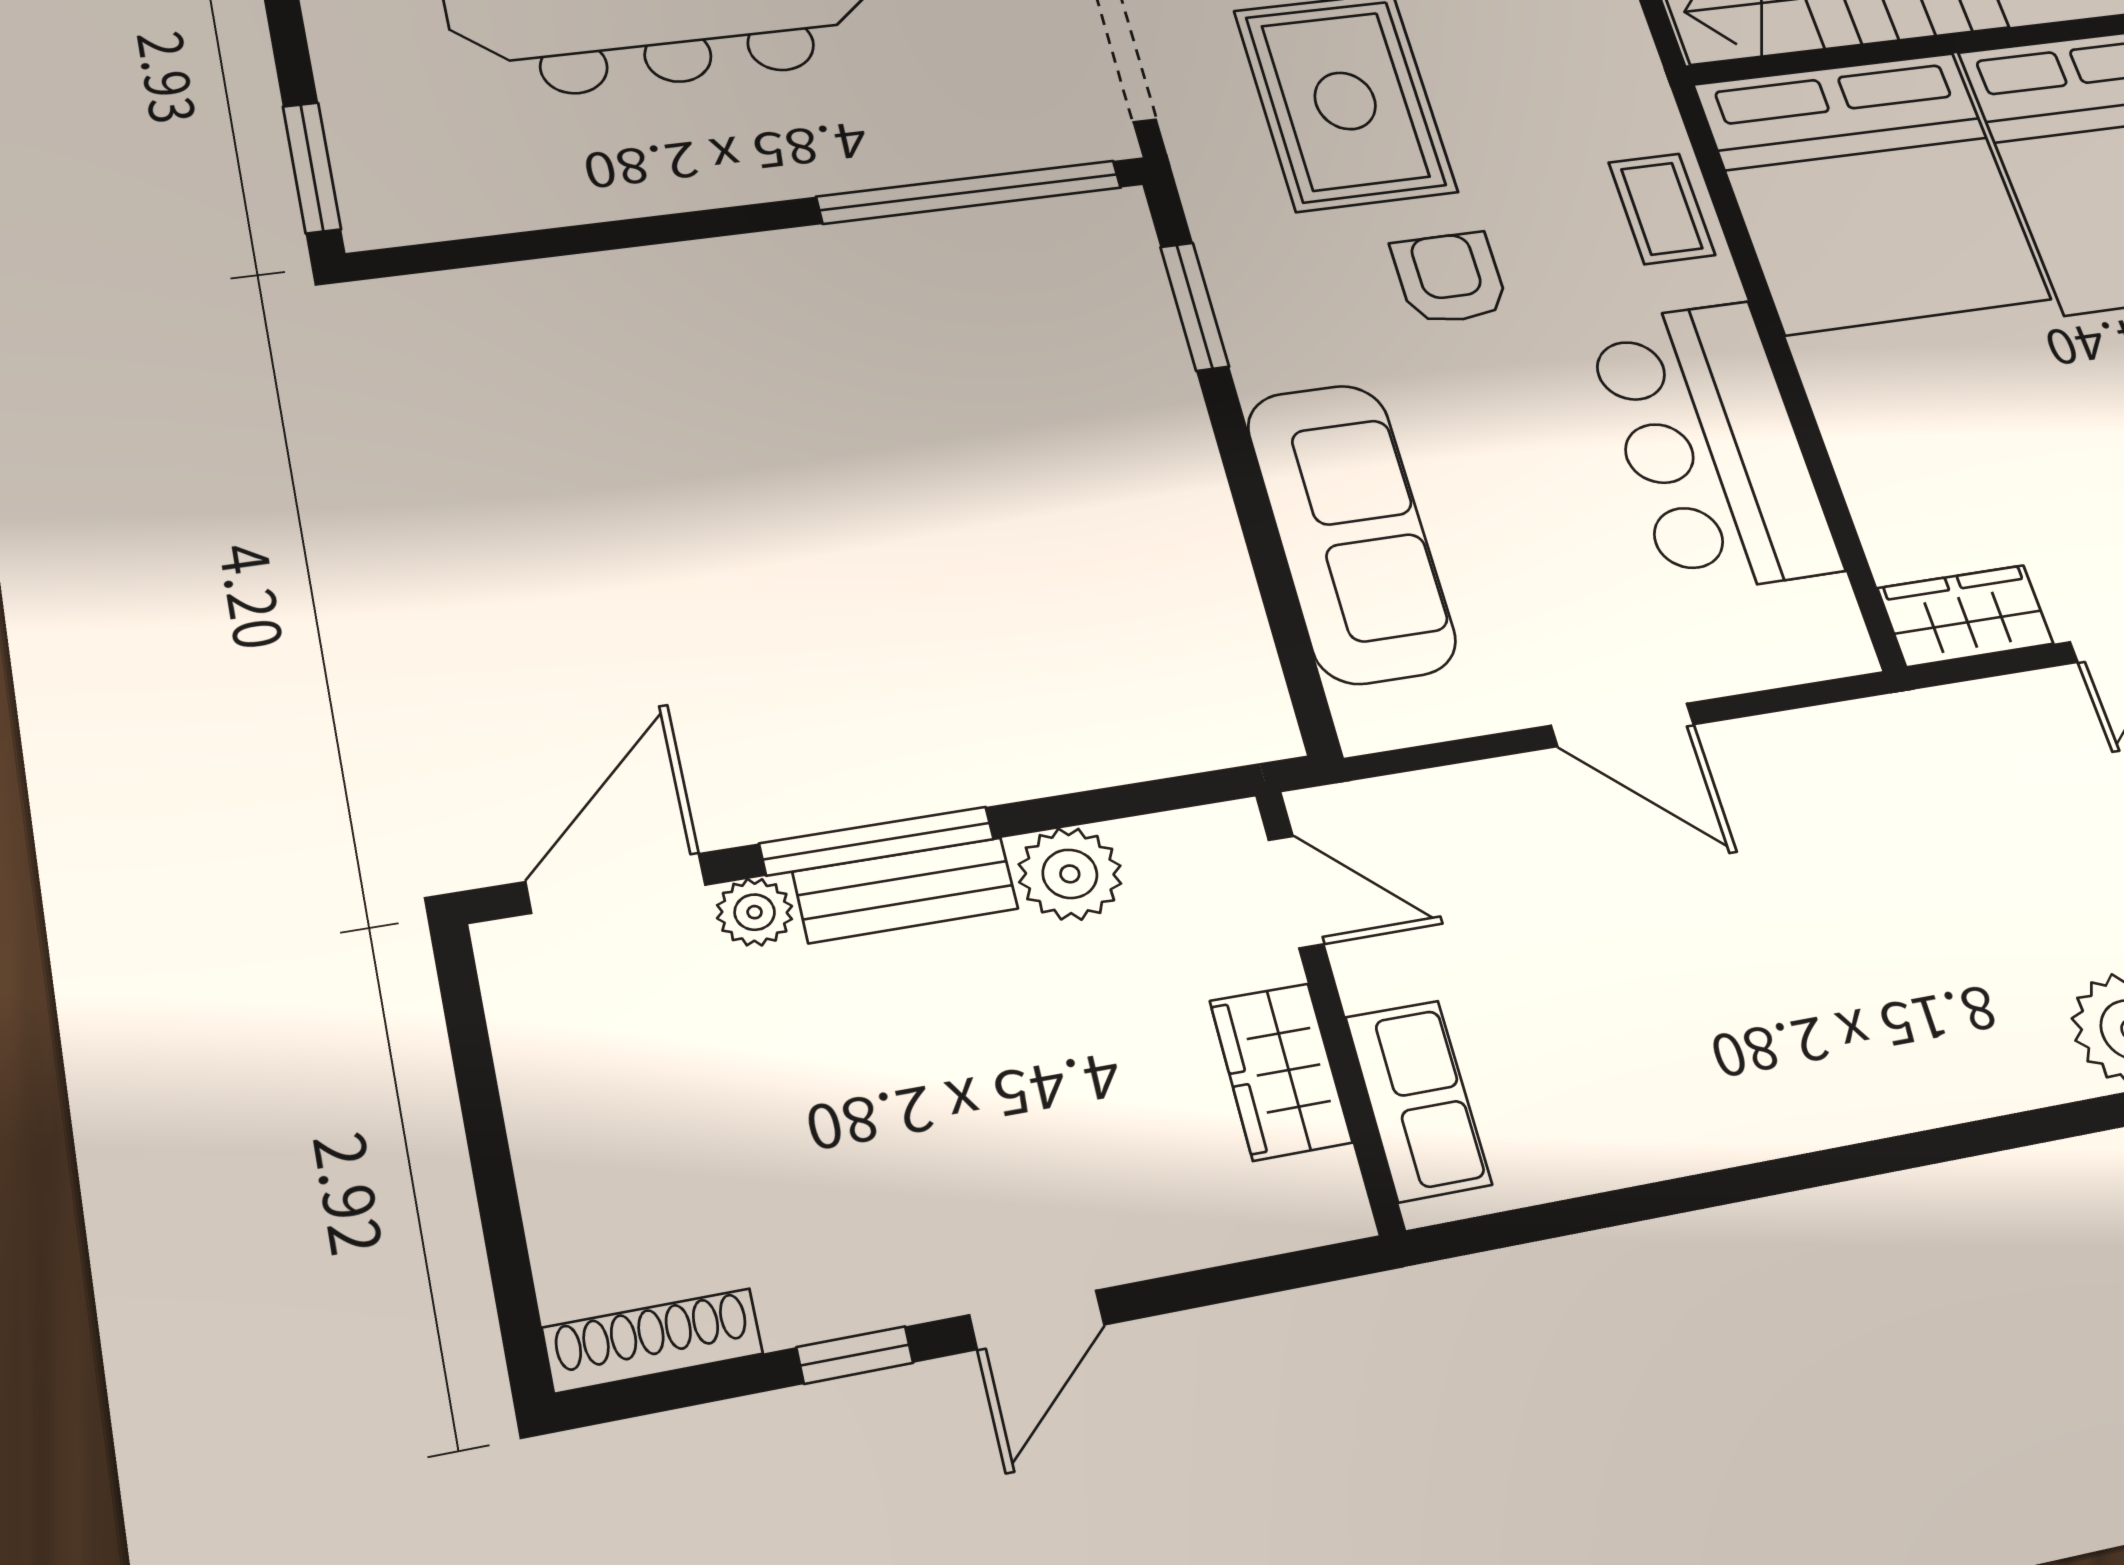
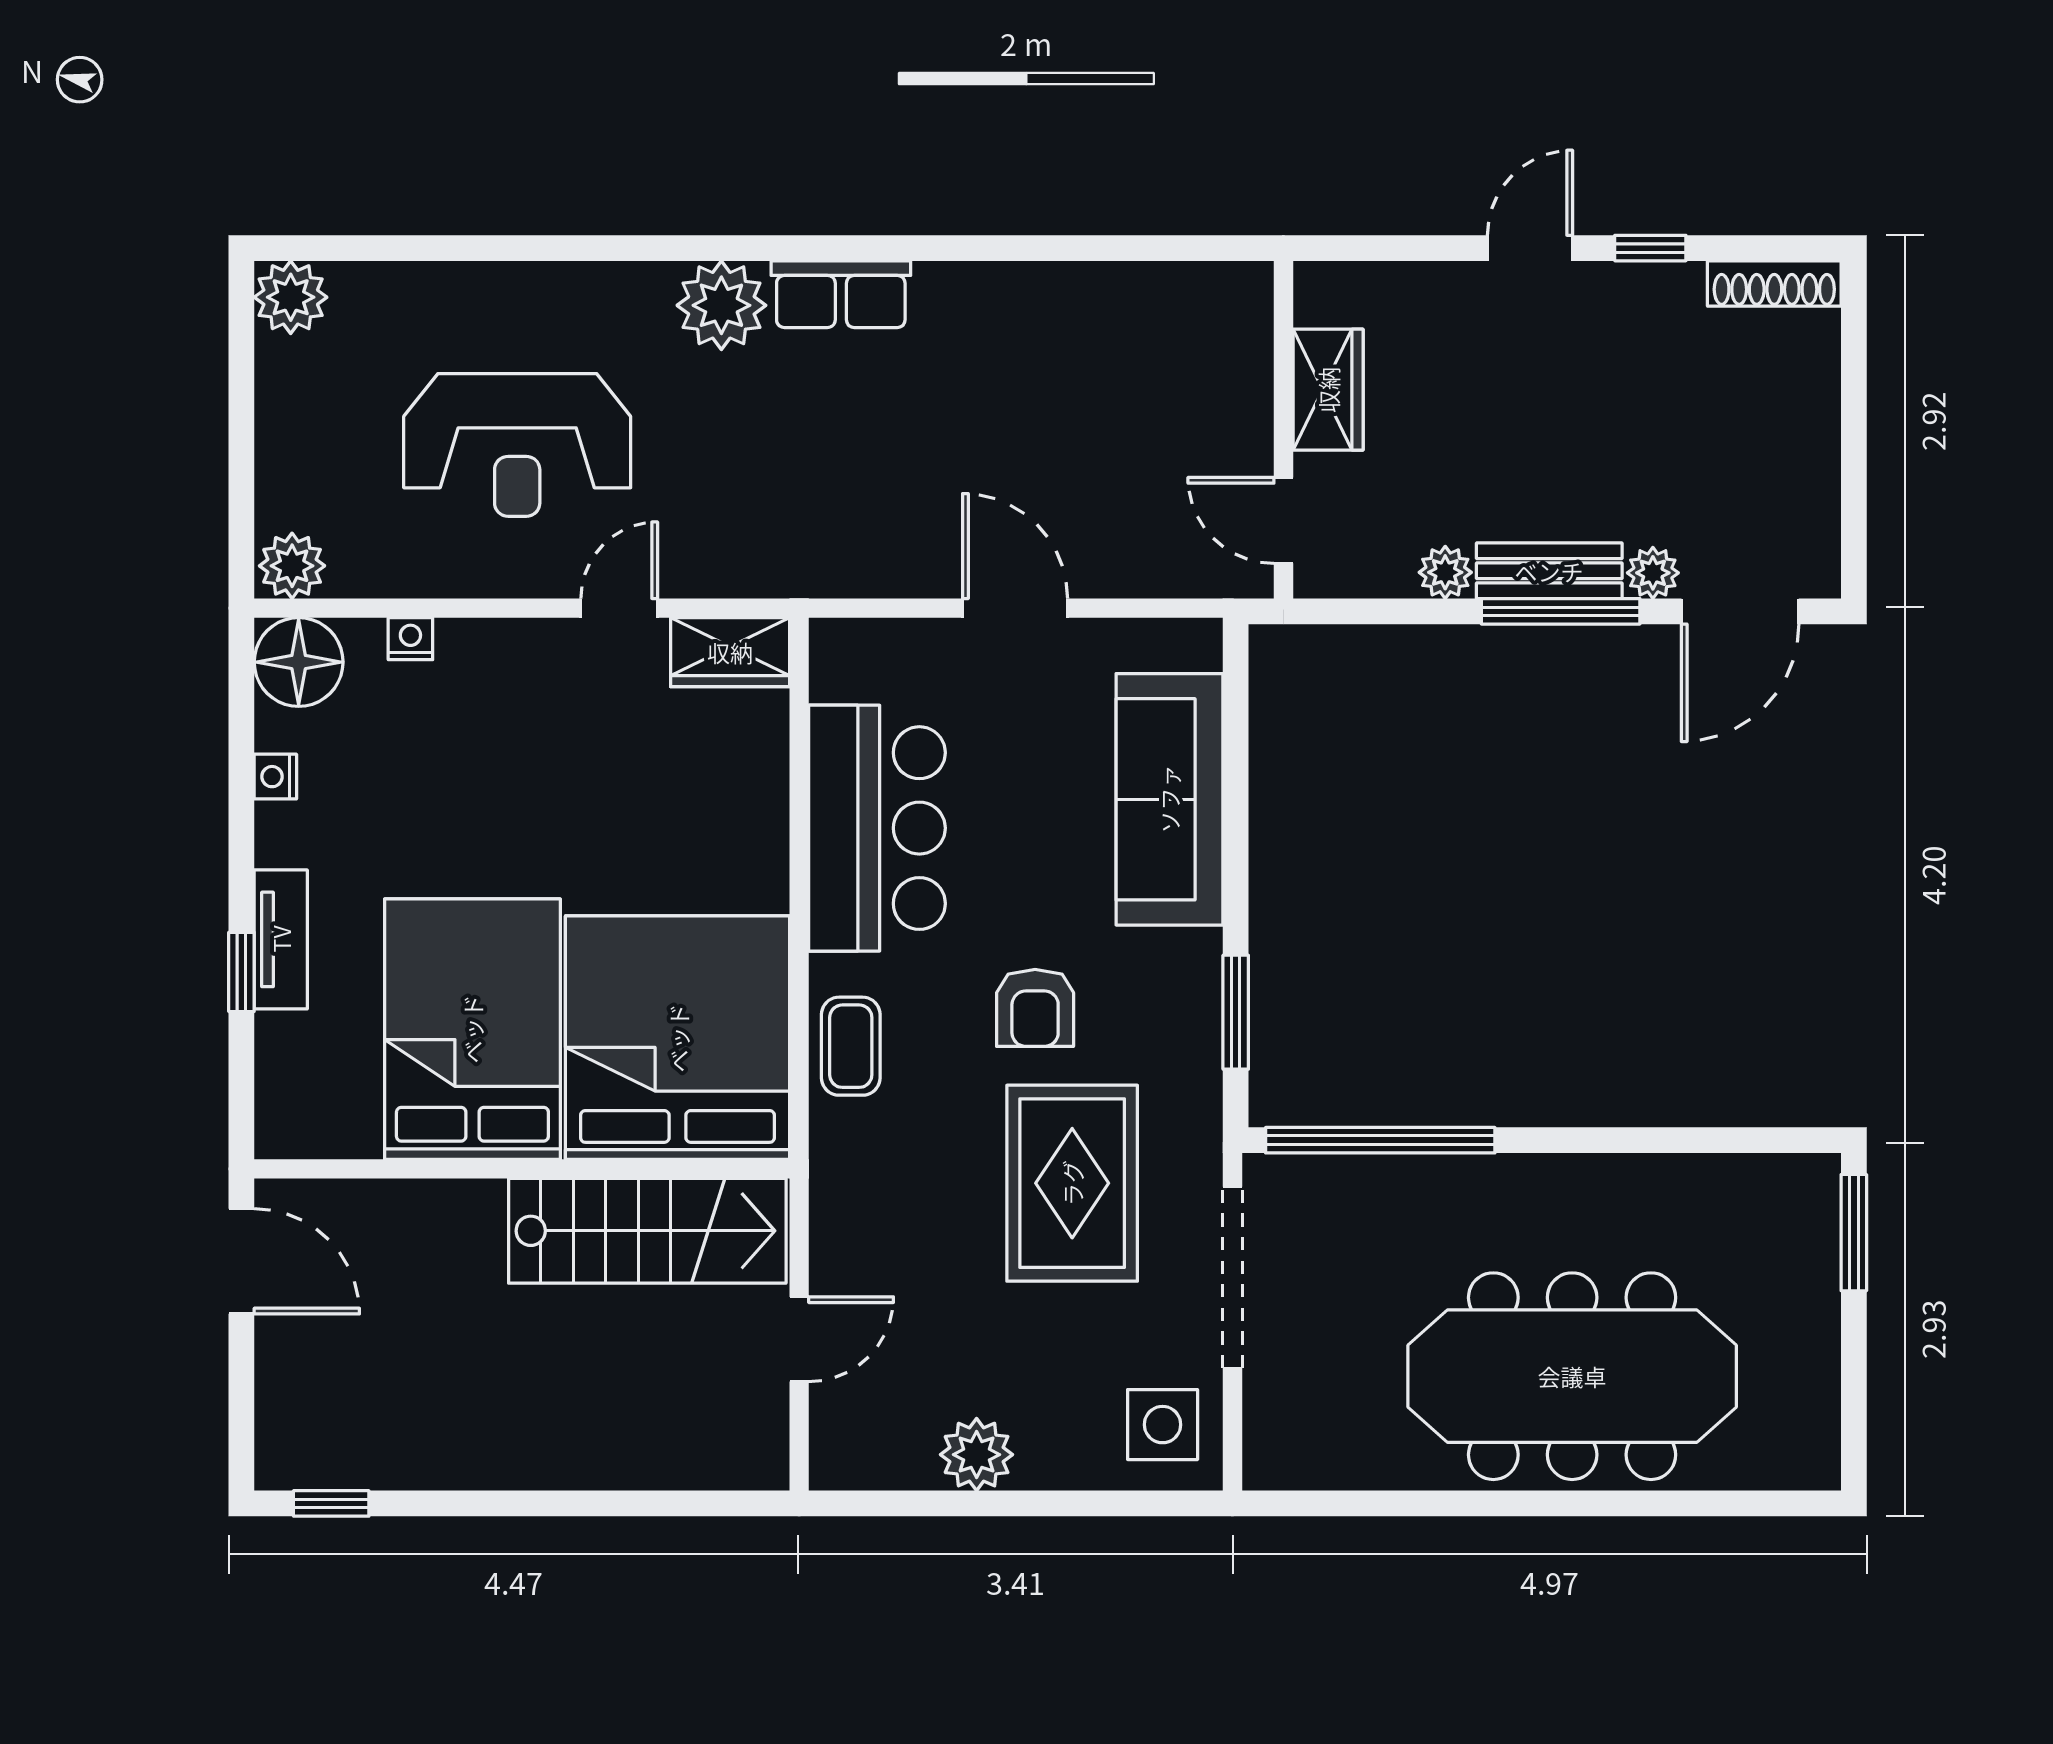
plant: (1070, 874) -> (1445, 572), width x0.73, depth x0.73
row of seats: (1418, 1101) -> (841, 294), moved, turned -90

